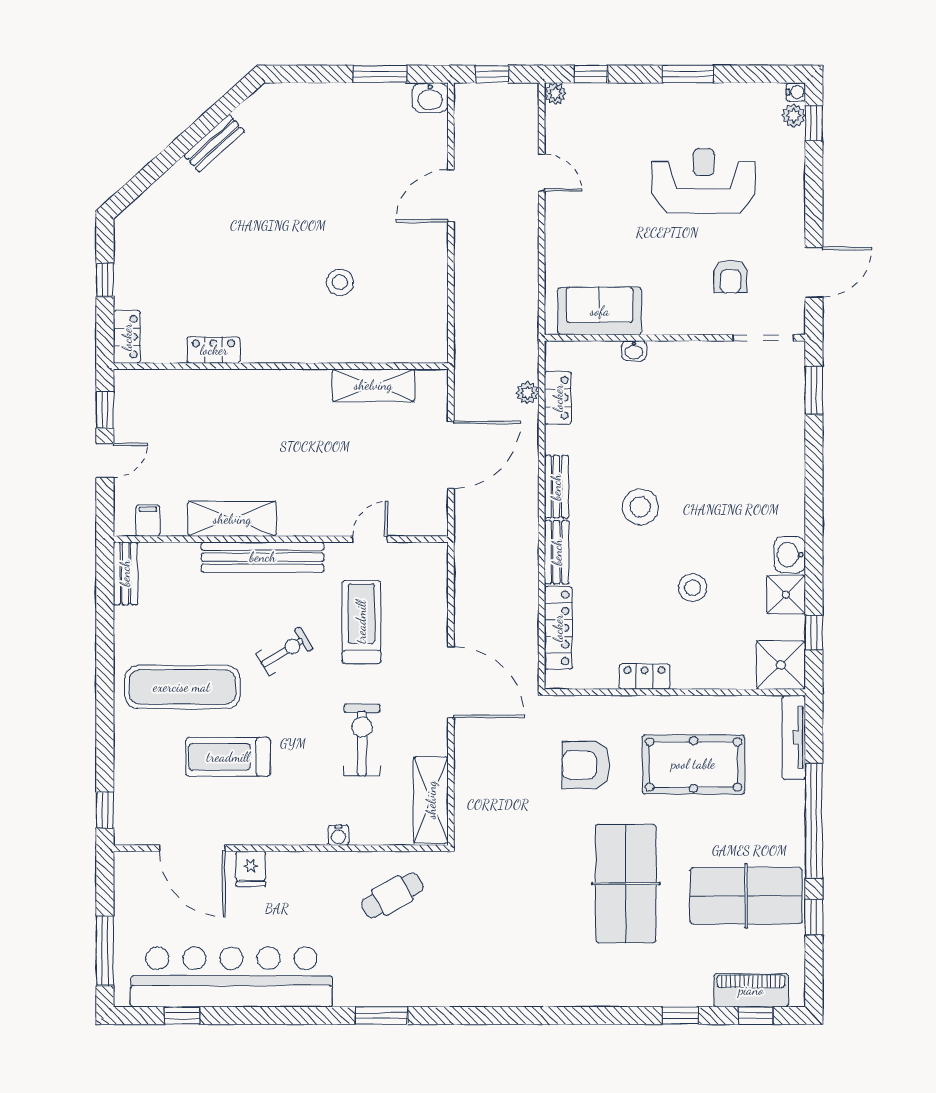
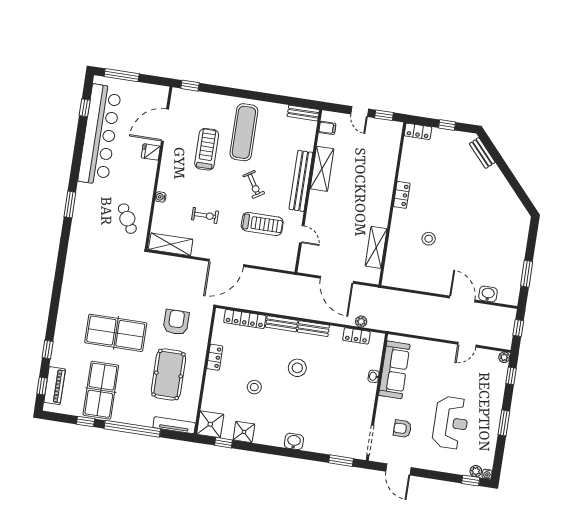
washbasin: (430, 98) -> (488, 294), moved, turned 90
bench: (214, 143) -> (482, 153), moved
sofa: (600, 311) -> (394, 370), width x1.36
locker: (214, 350) -> (402, 195), moved
washbasin: (790, 555) -> (294, 441), moved
exercise bike: (362, 740) -> (205, 215), width x0.73, depth x0.72

